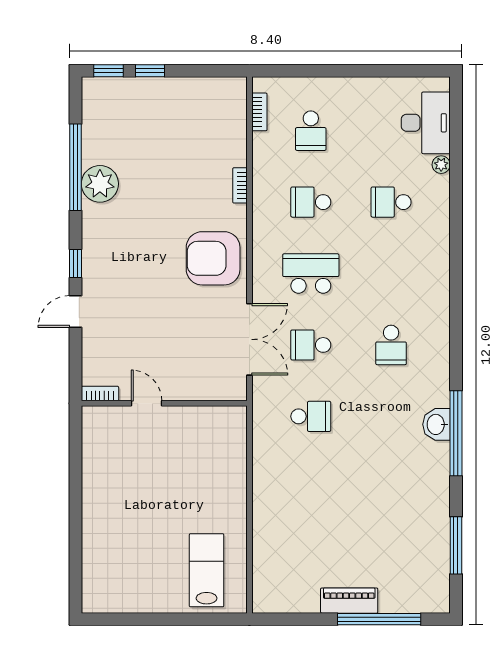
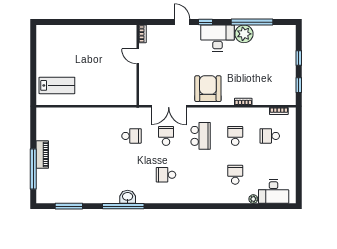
window: (109, 71) -> (299, 85), moved
desk: (108, 239) -> (217, 38), added
door: (147, 403) -> (138, 56), swing flipped
school desk: (311, 416) -> (131, 136), turned -90

